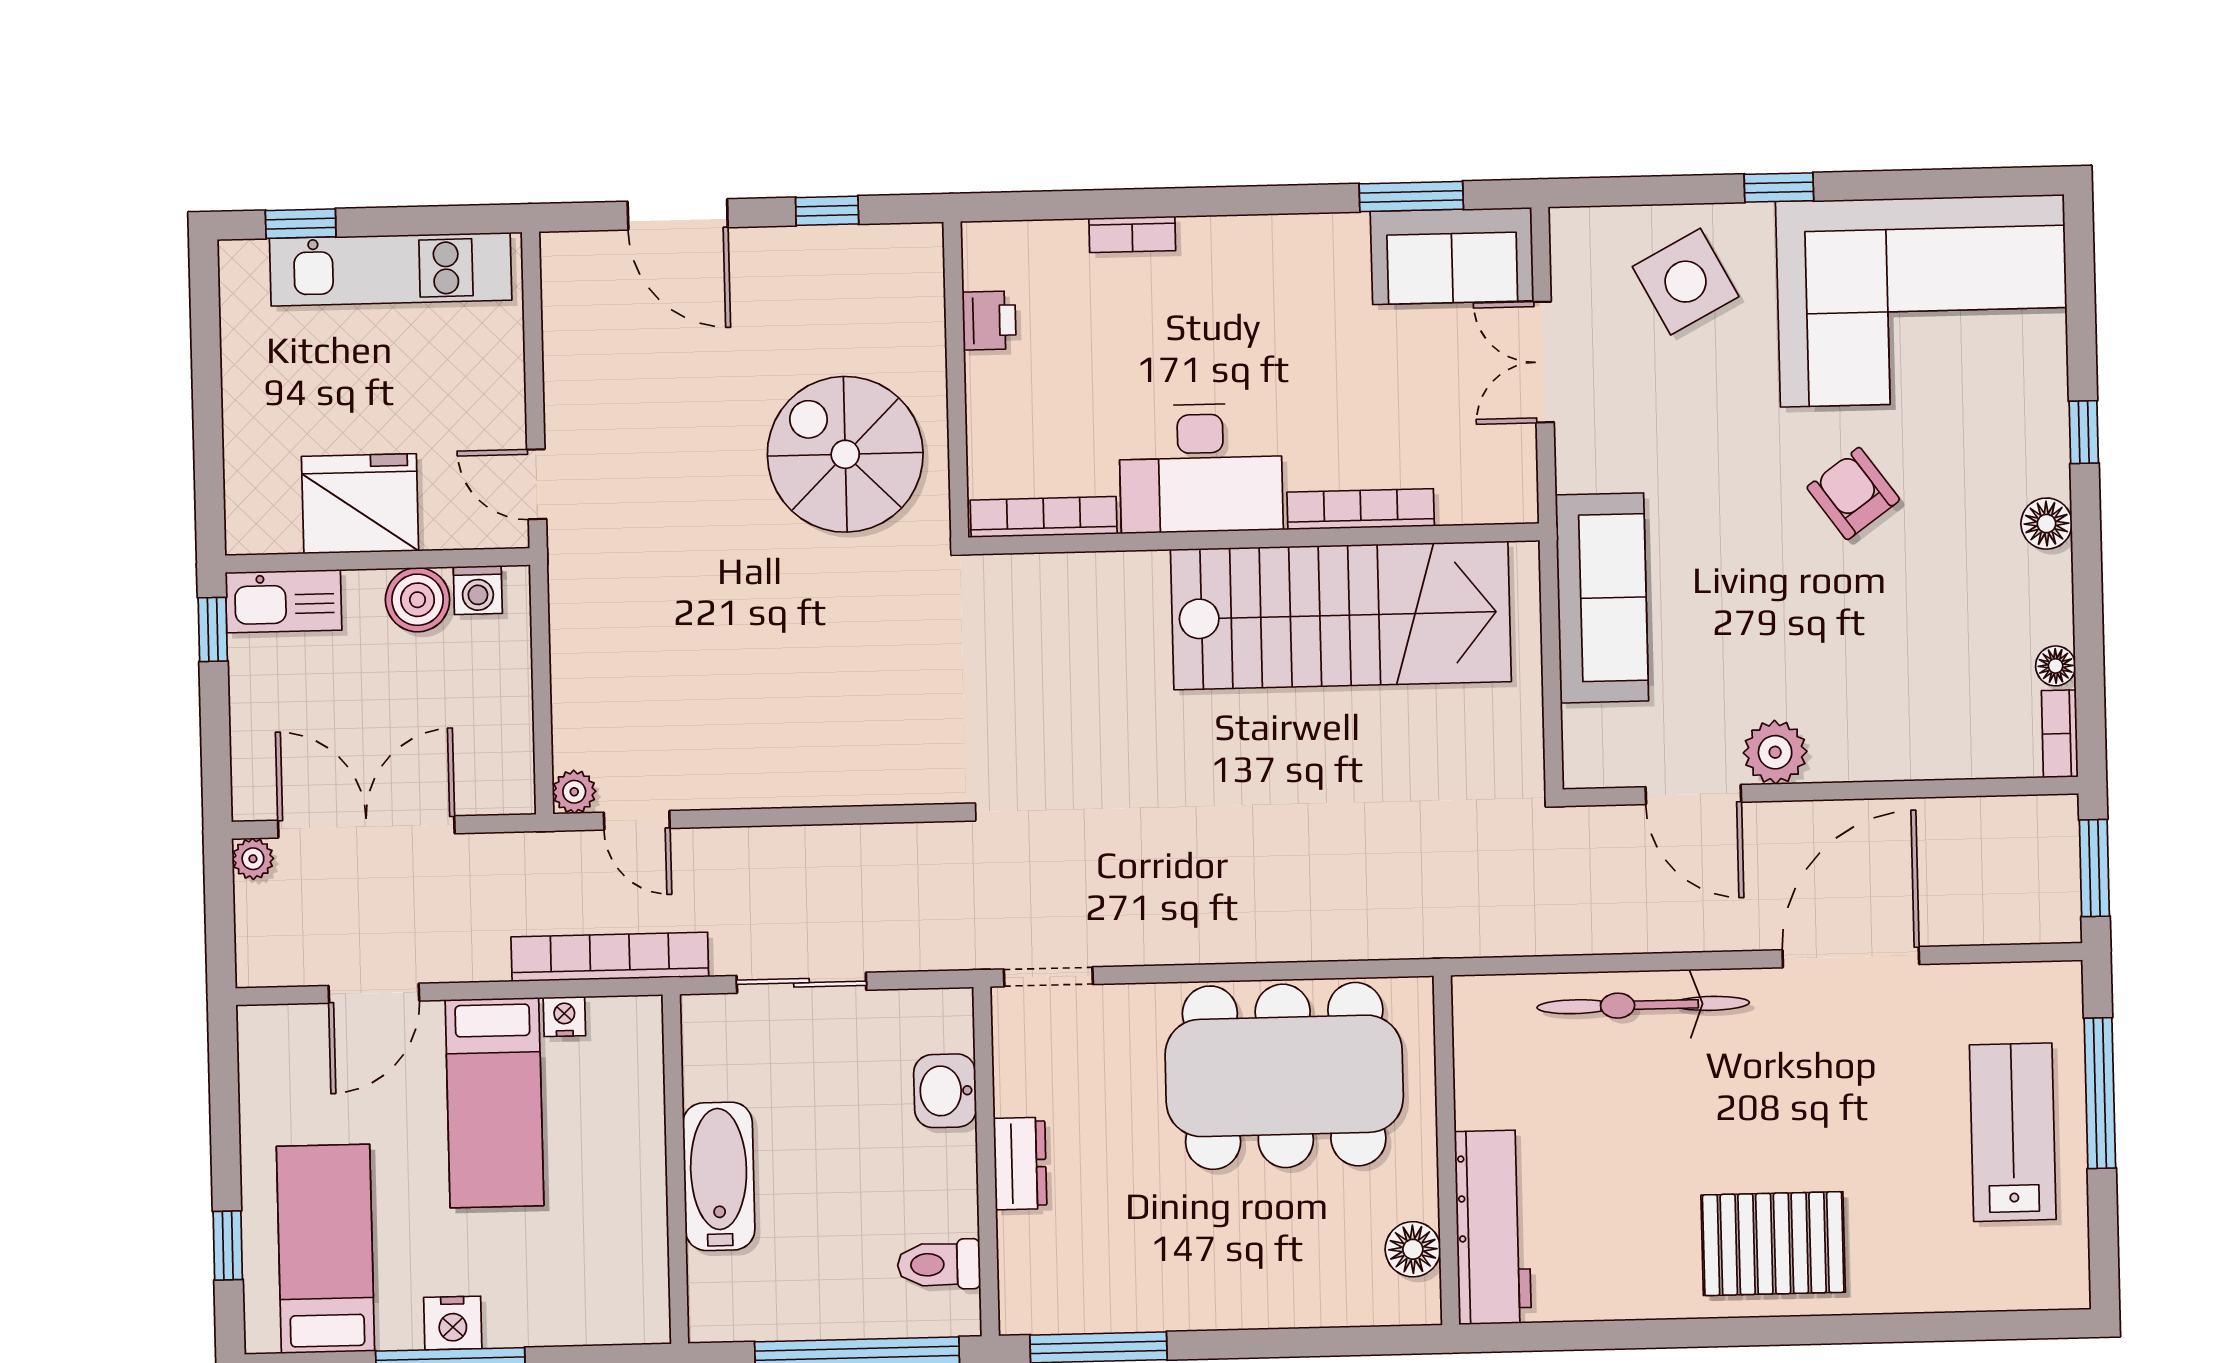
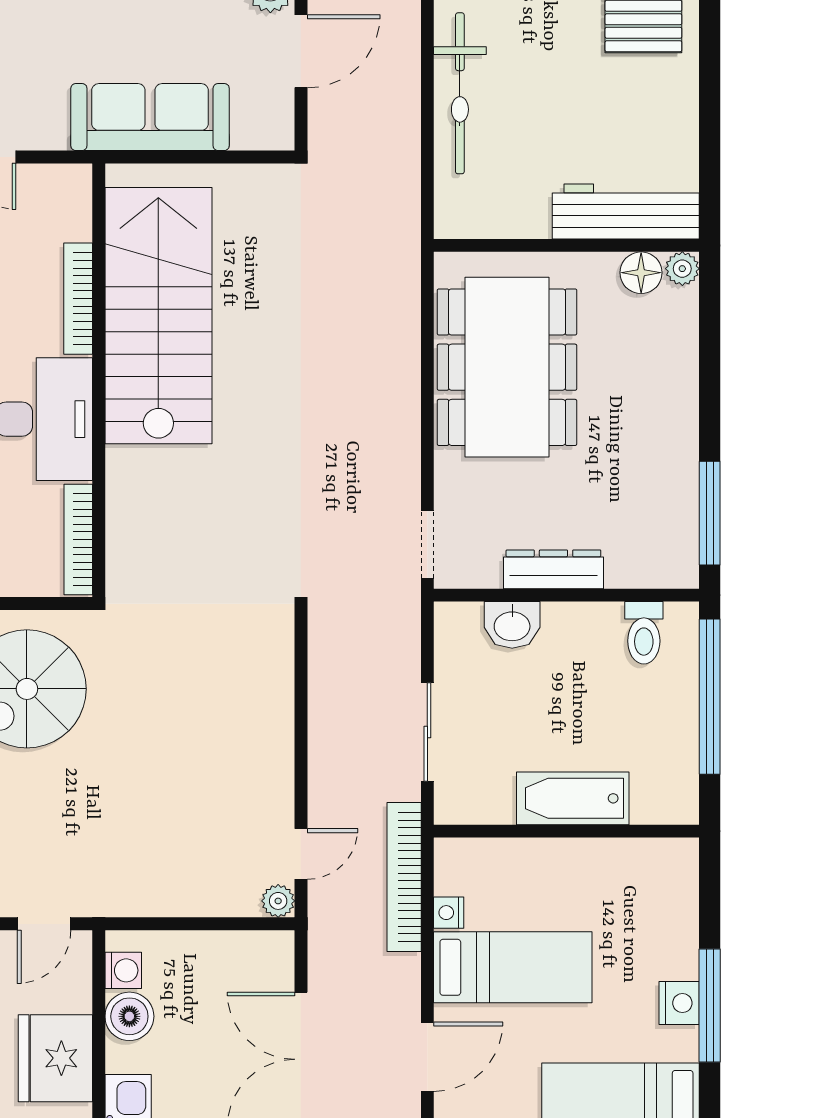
door: (374, 993) -> (427, 1057), hinge flipped
dresser: (1020, 1164) -> (553, 569), width x1.44
plant: (1420, 1303) -> (682, 269), added

